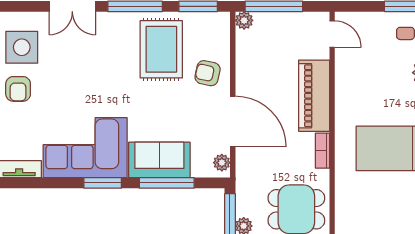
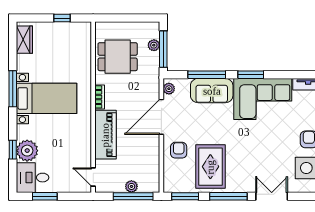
plant: (244, 20) -> (131, 186), moved
armchair: (208, 73) -> (179, 150), turned -102
door: (233, 122) -> (161, 117), hinge flipped

